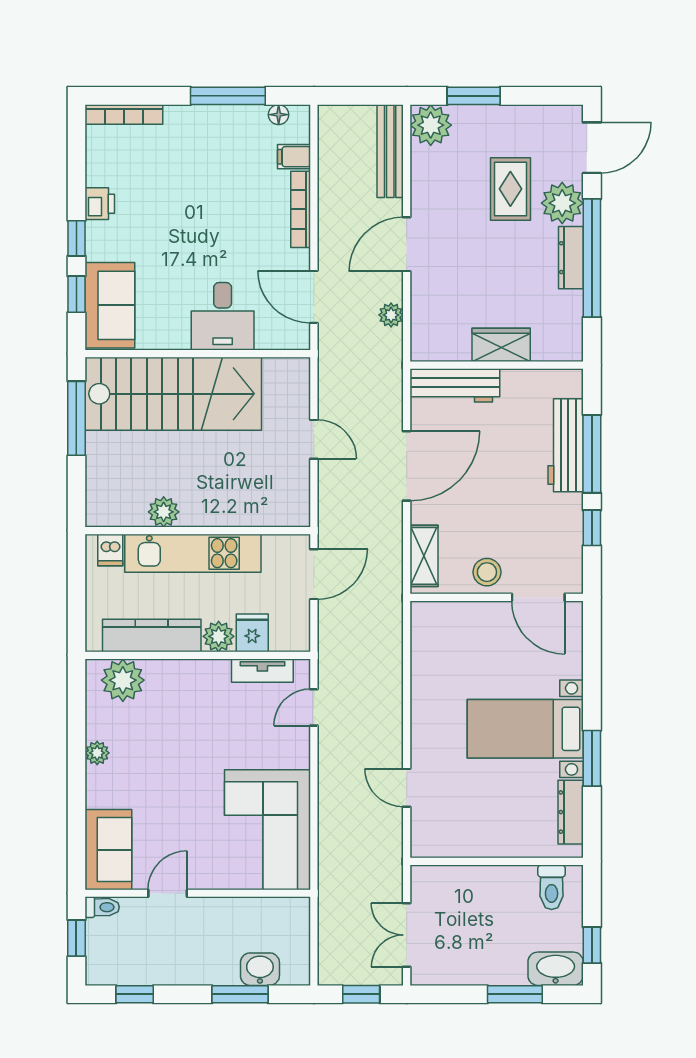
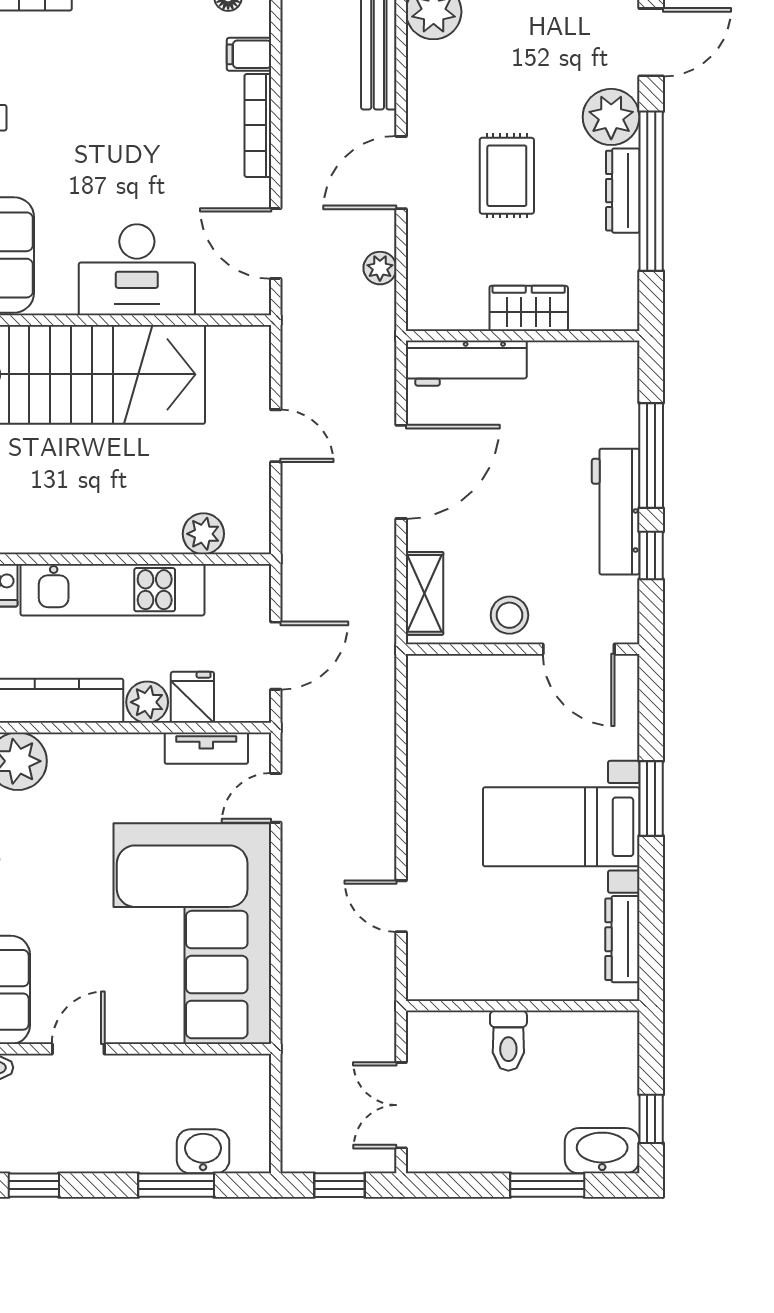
rug: (510, 189) -> (507, 176), moved
desk: (223, 316) -> (137, 270), width x1.37
workbench: (566, 445) -> (616, 512), moved
plant: (164, 512) -> (203, 534), moved
door: (314, 574) -> (276, 656), moved
window: (592, 758) -> (651, 798), moved
corner sofa: (267, 830) -> (192, 934), width x1.36, depth x1.36
toilet: (552, 887) -> (508, 1041), moved

